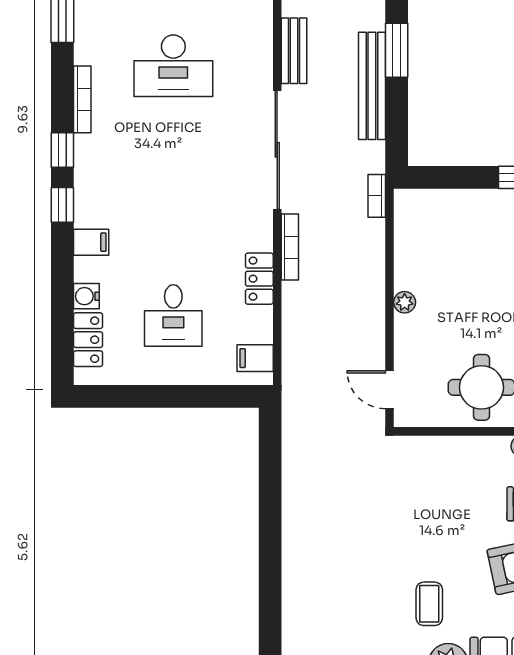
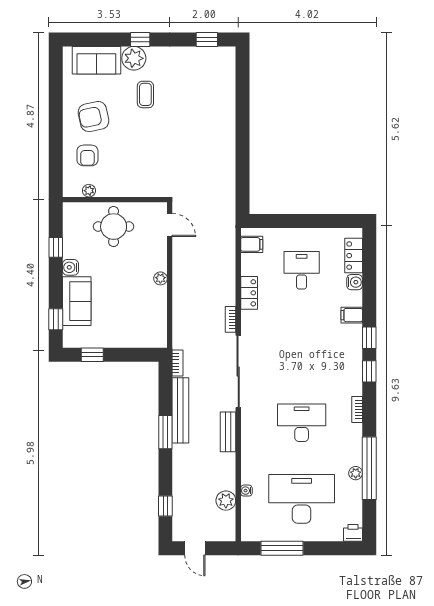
bookcase: (82, 99) -> (357, 410), width x0.64
bookcase: (377, 196) -> (177, 363), moved
bookcase: (290, 247) -> (230, 319), width x0.64

